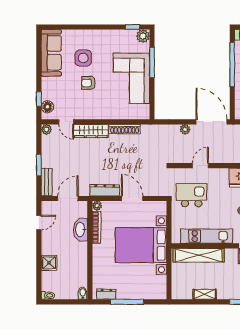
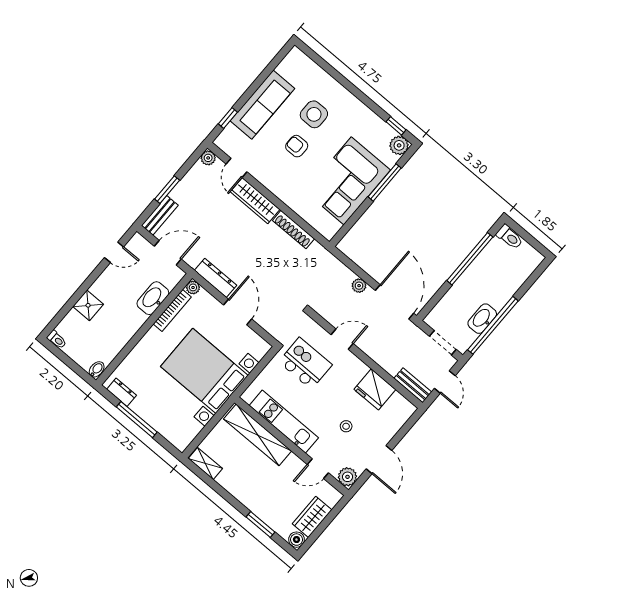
sofa: (51, 53) -> (262, 105), moved
floor lamp: (47, 107) -> (230, 134), removed
shelving: (204, 294) -> (205, 464), moved

